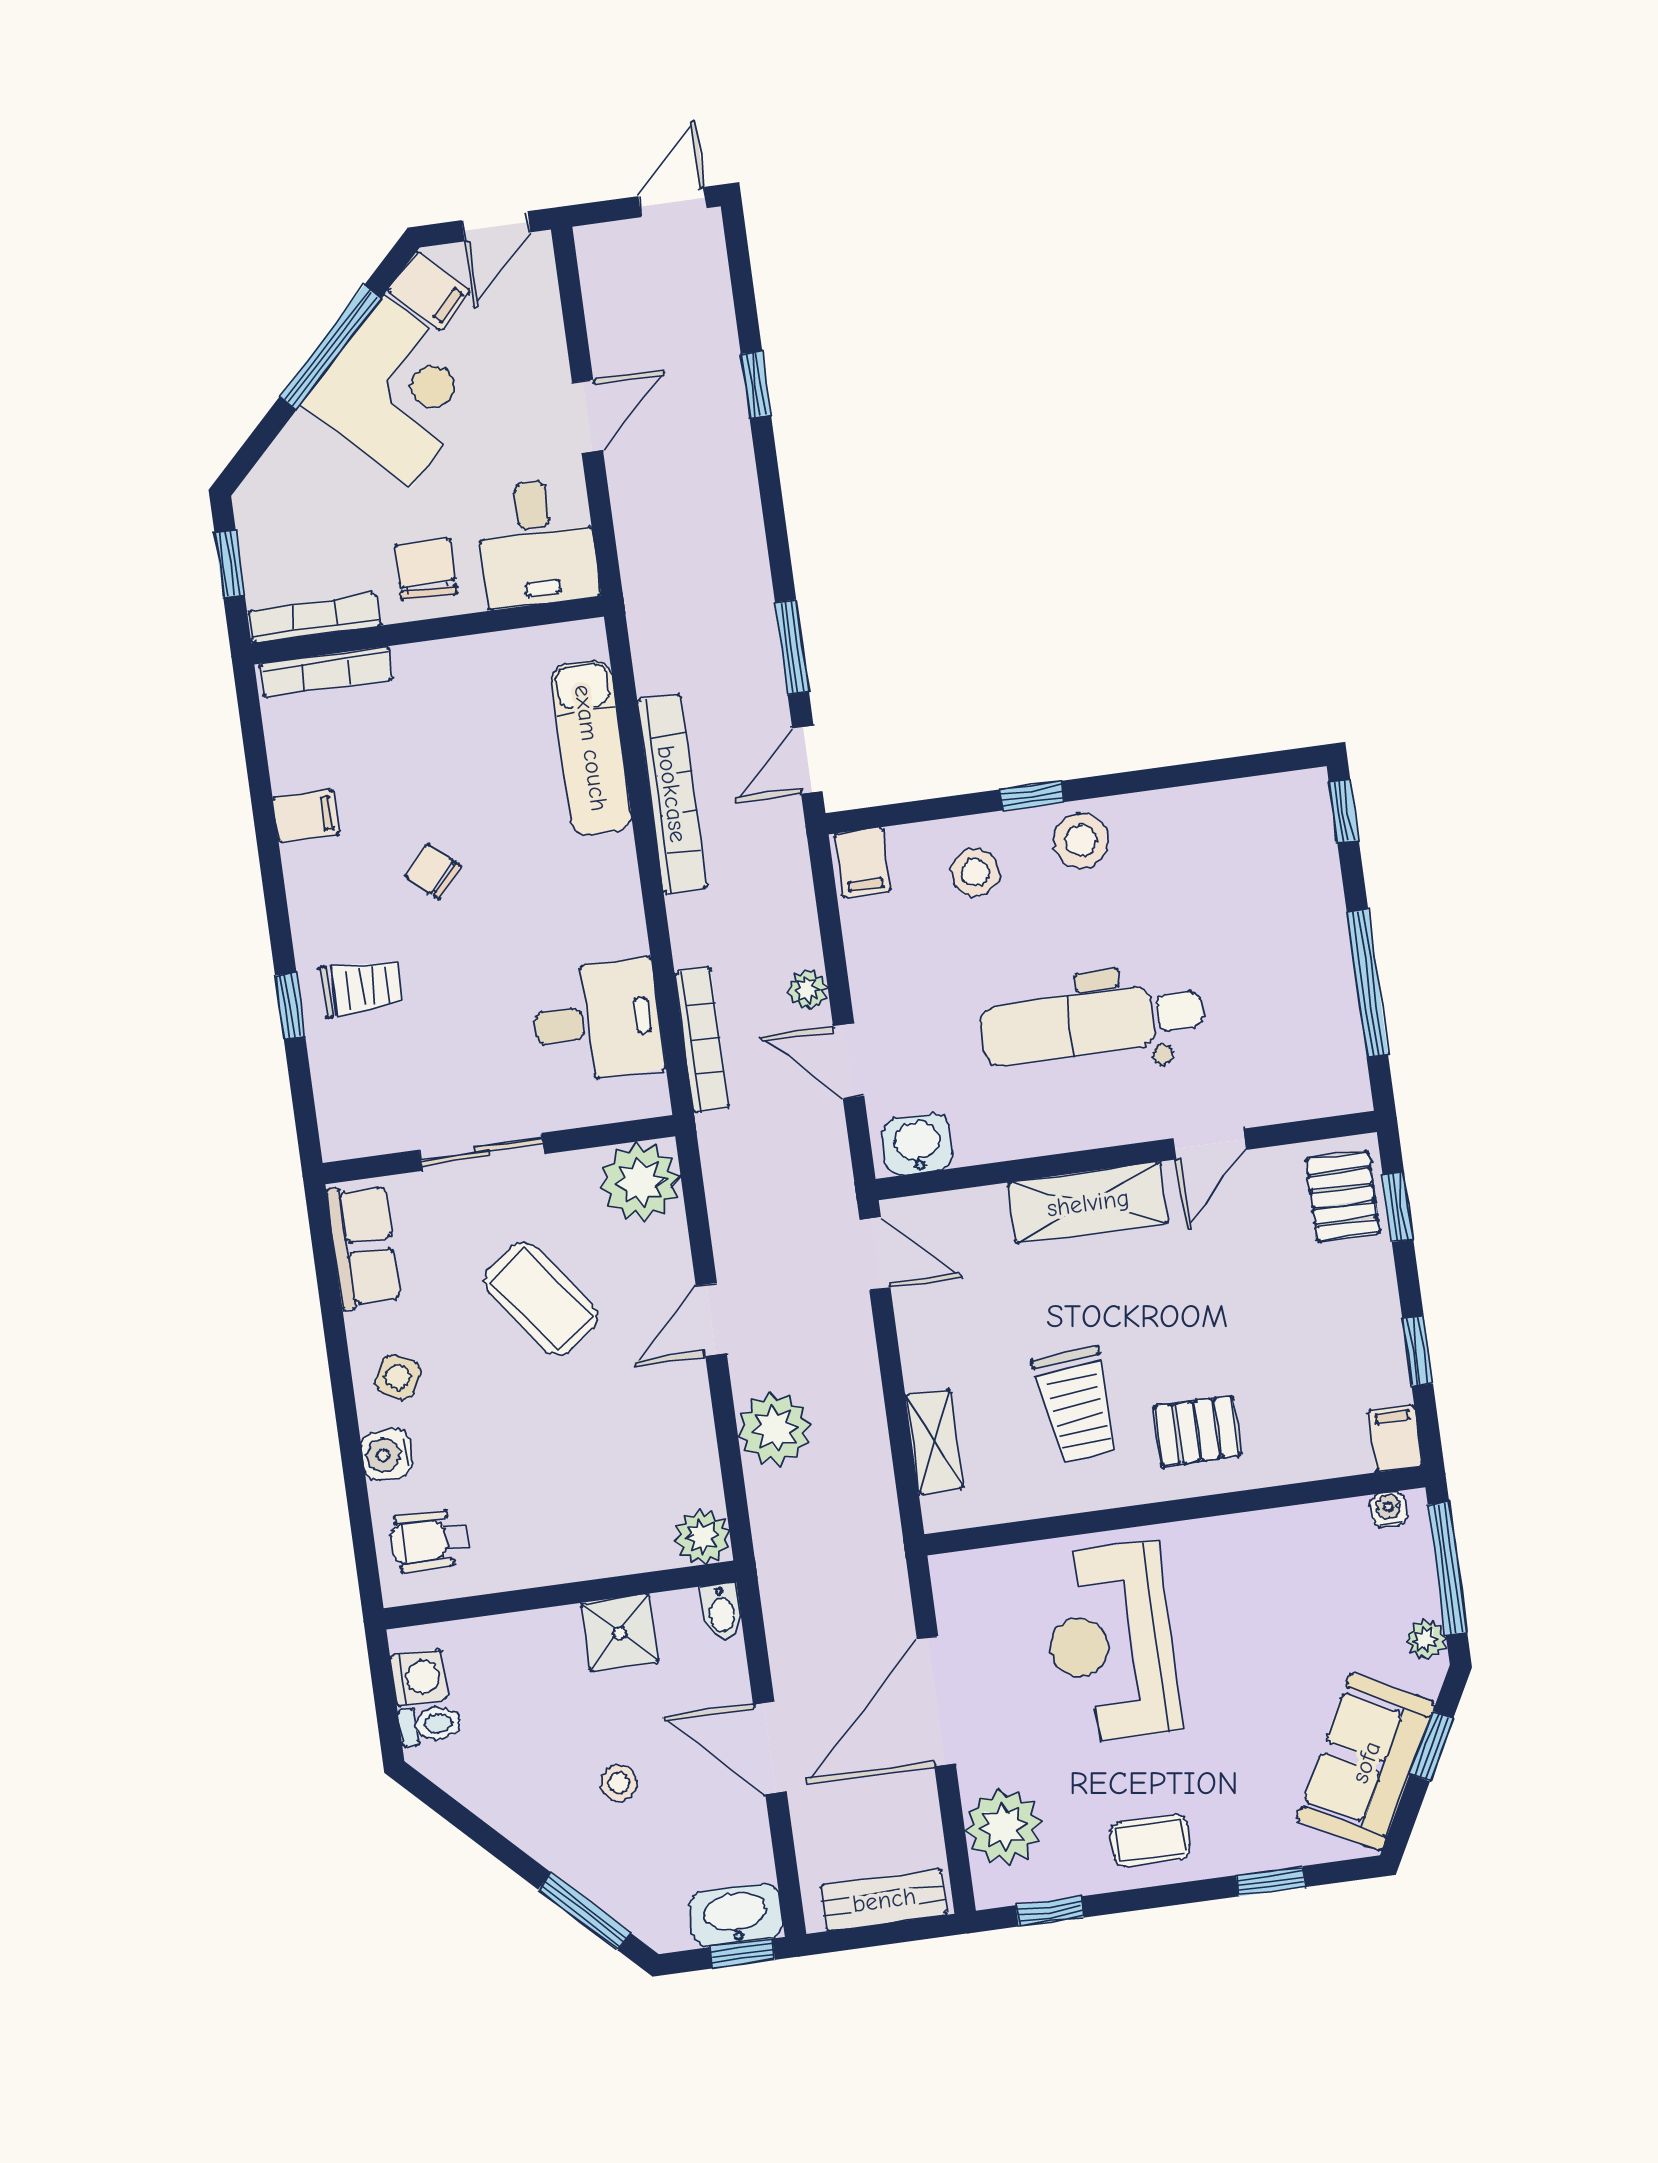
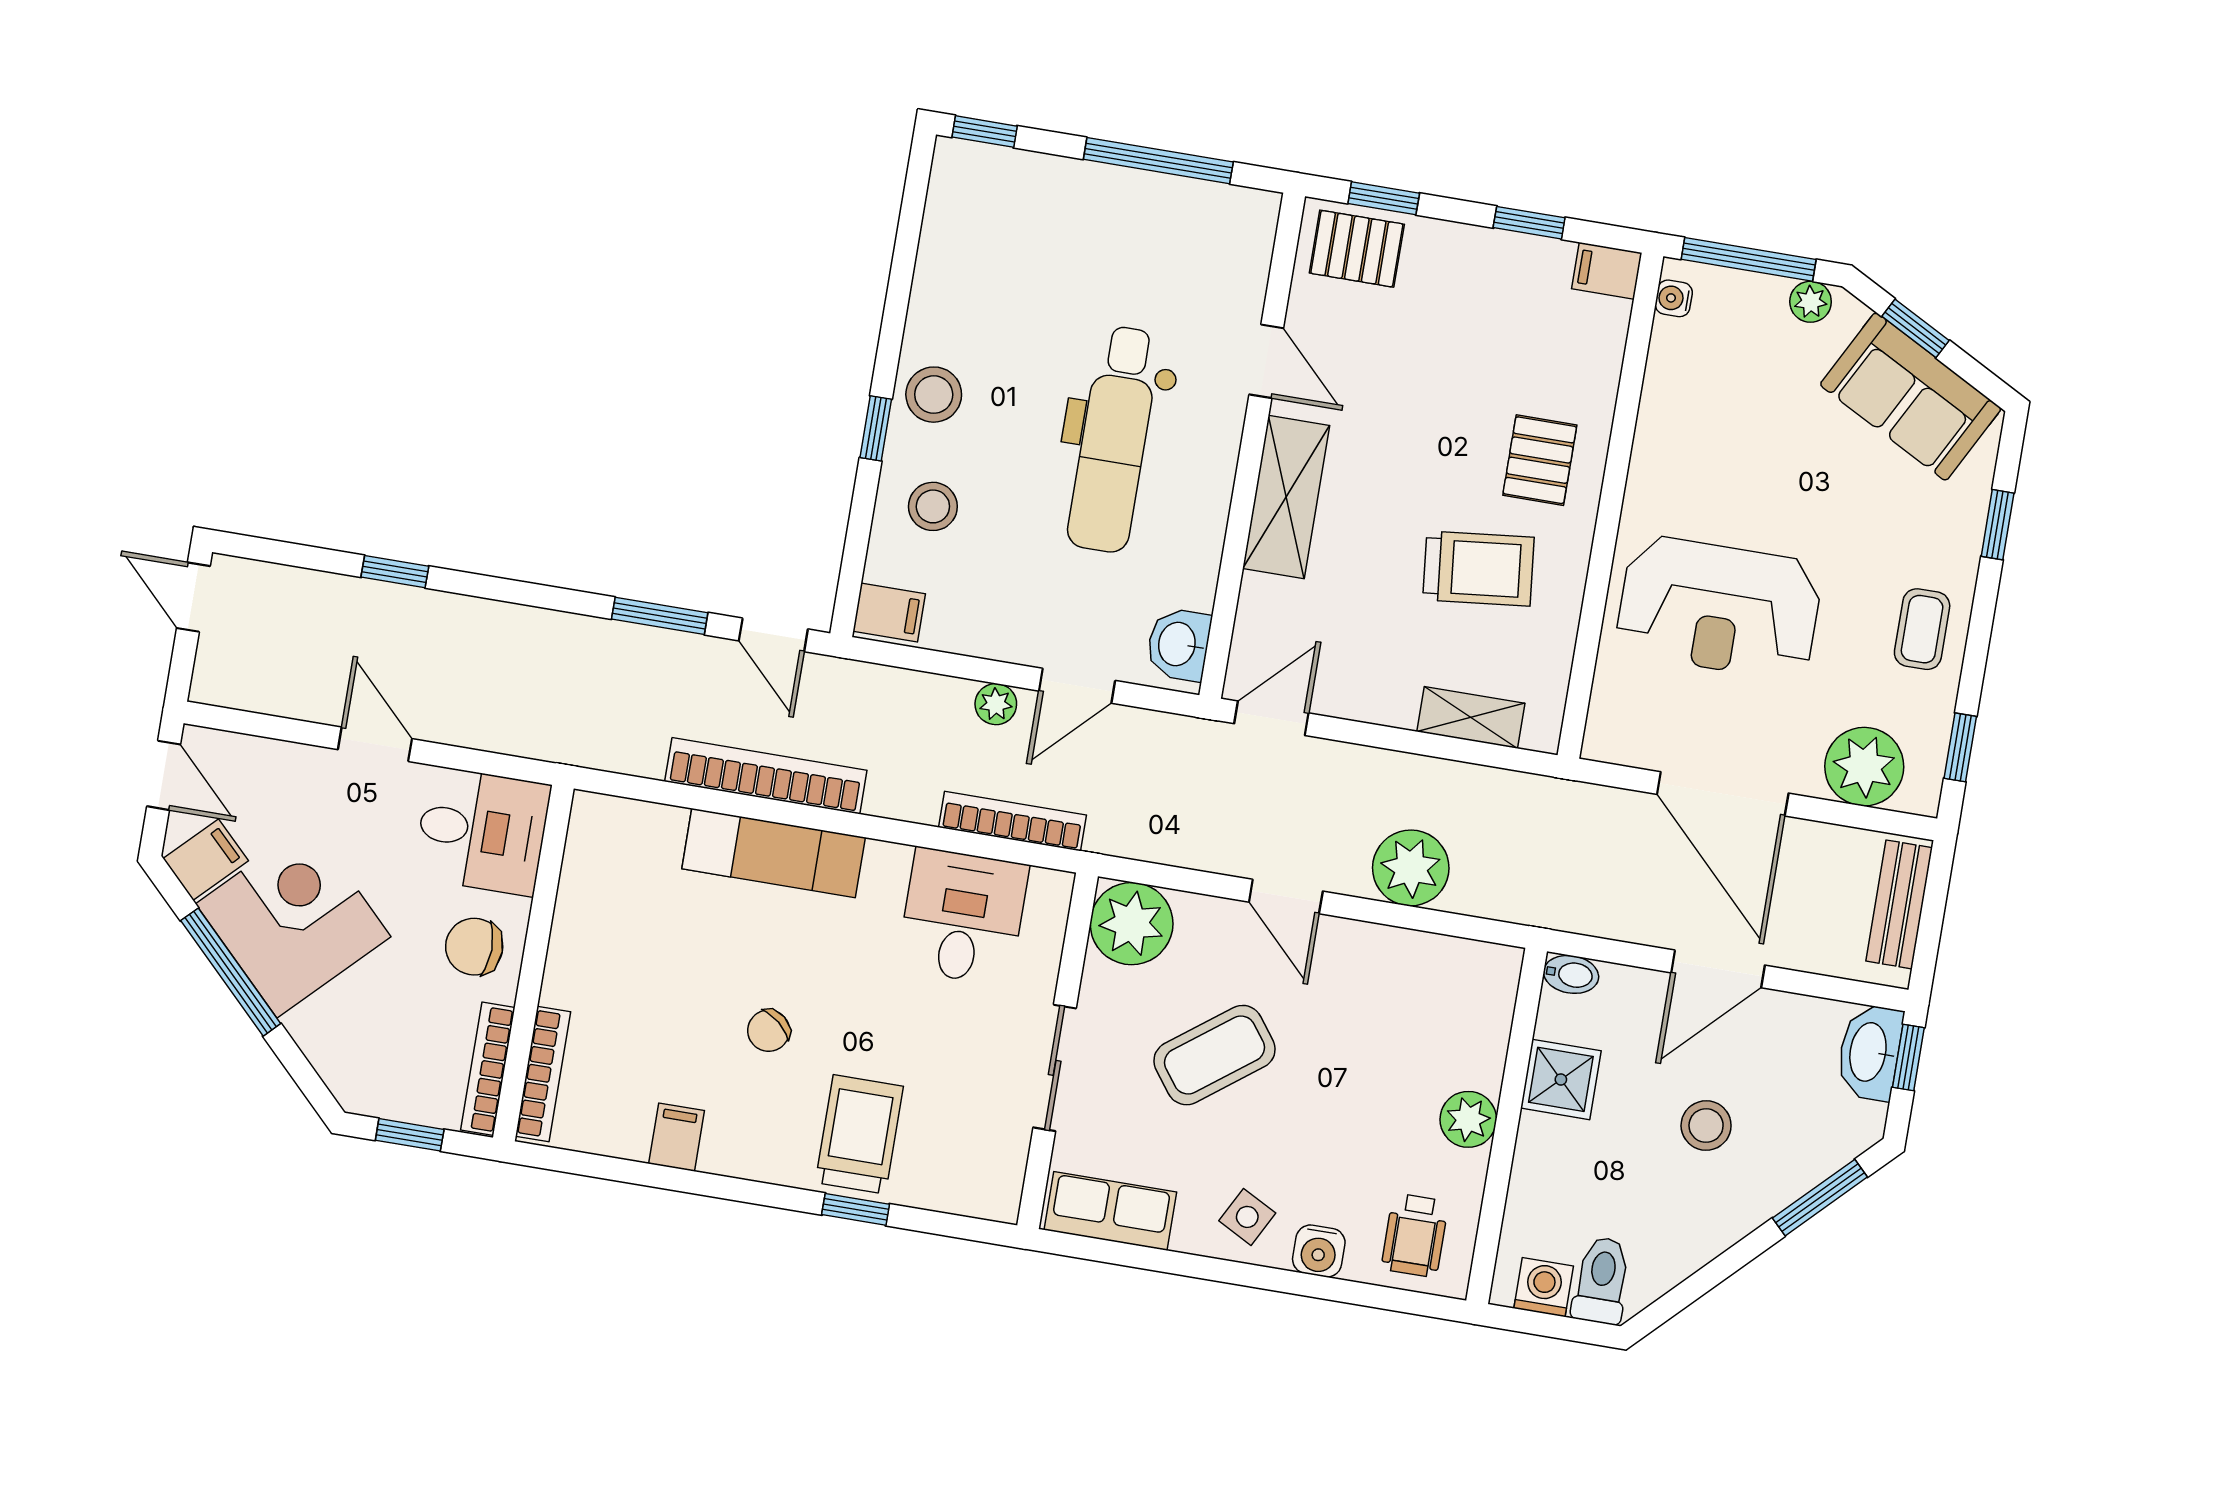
exam couch: (591, 748) -> (774, 853), moved
trolley: (362, 987) -> (859, 1134), width x1.36, depth x1.39
plant: (702, 1537) -> (1468, 1119), moved
toilet: (430, 1724) -> (1601, 1280), width x1.37, depth x1.39
stool: (619, 1783) -> (1706, 1126), width x1.37, depth x1.37

